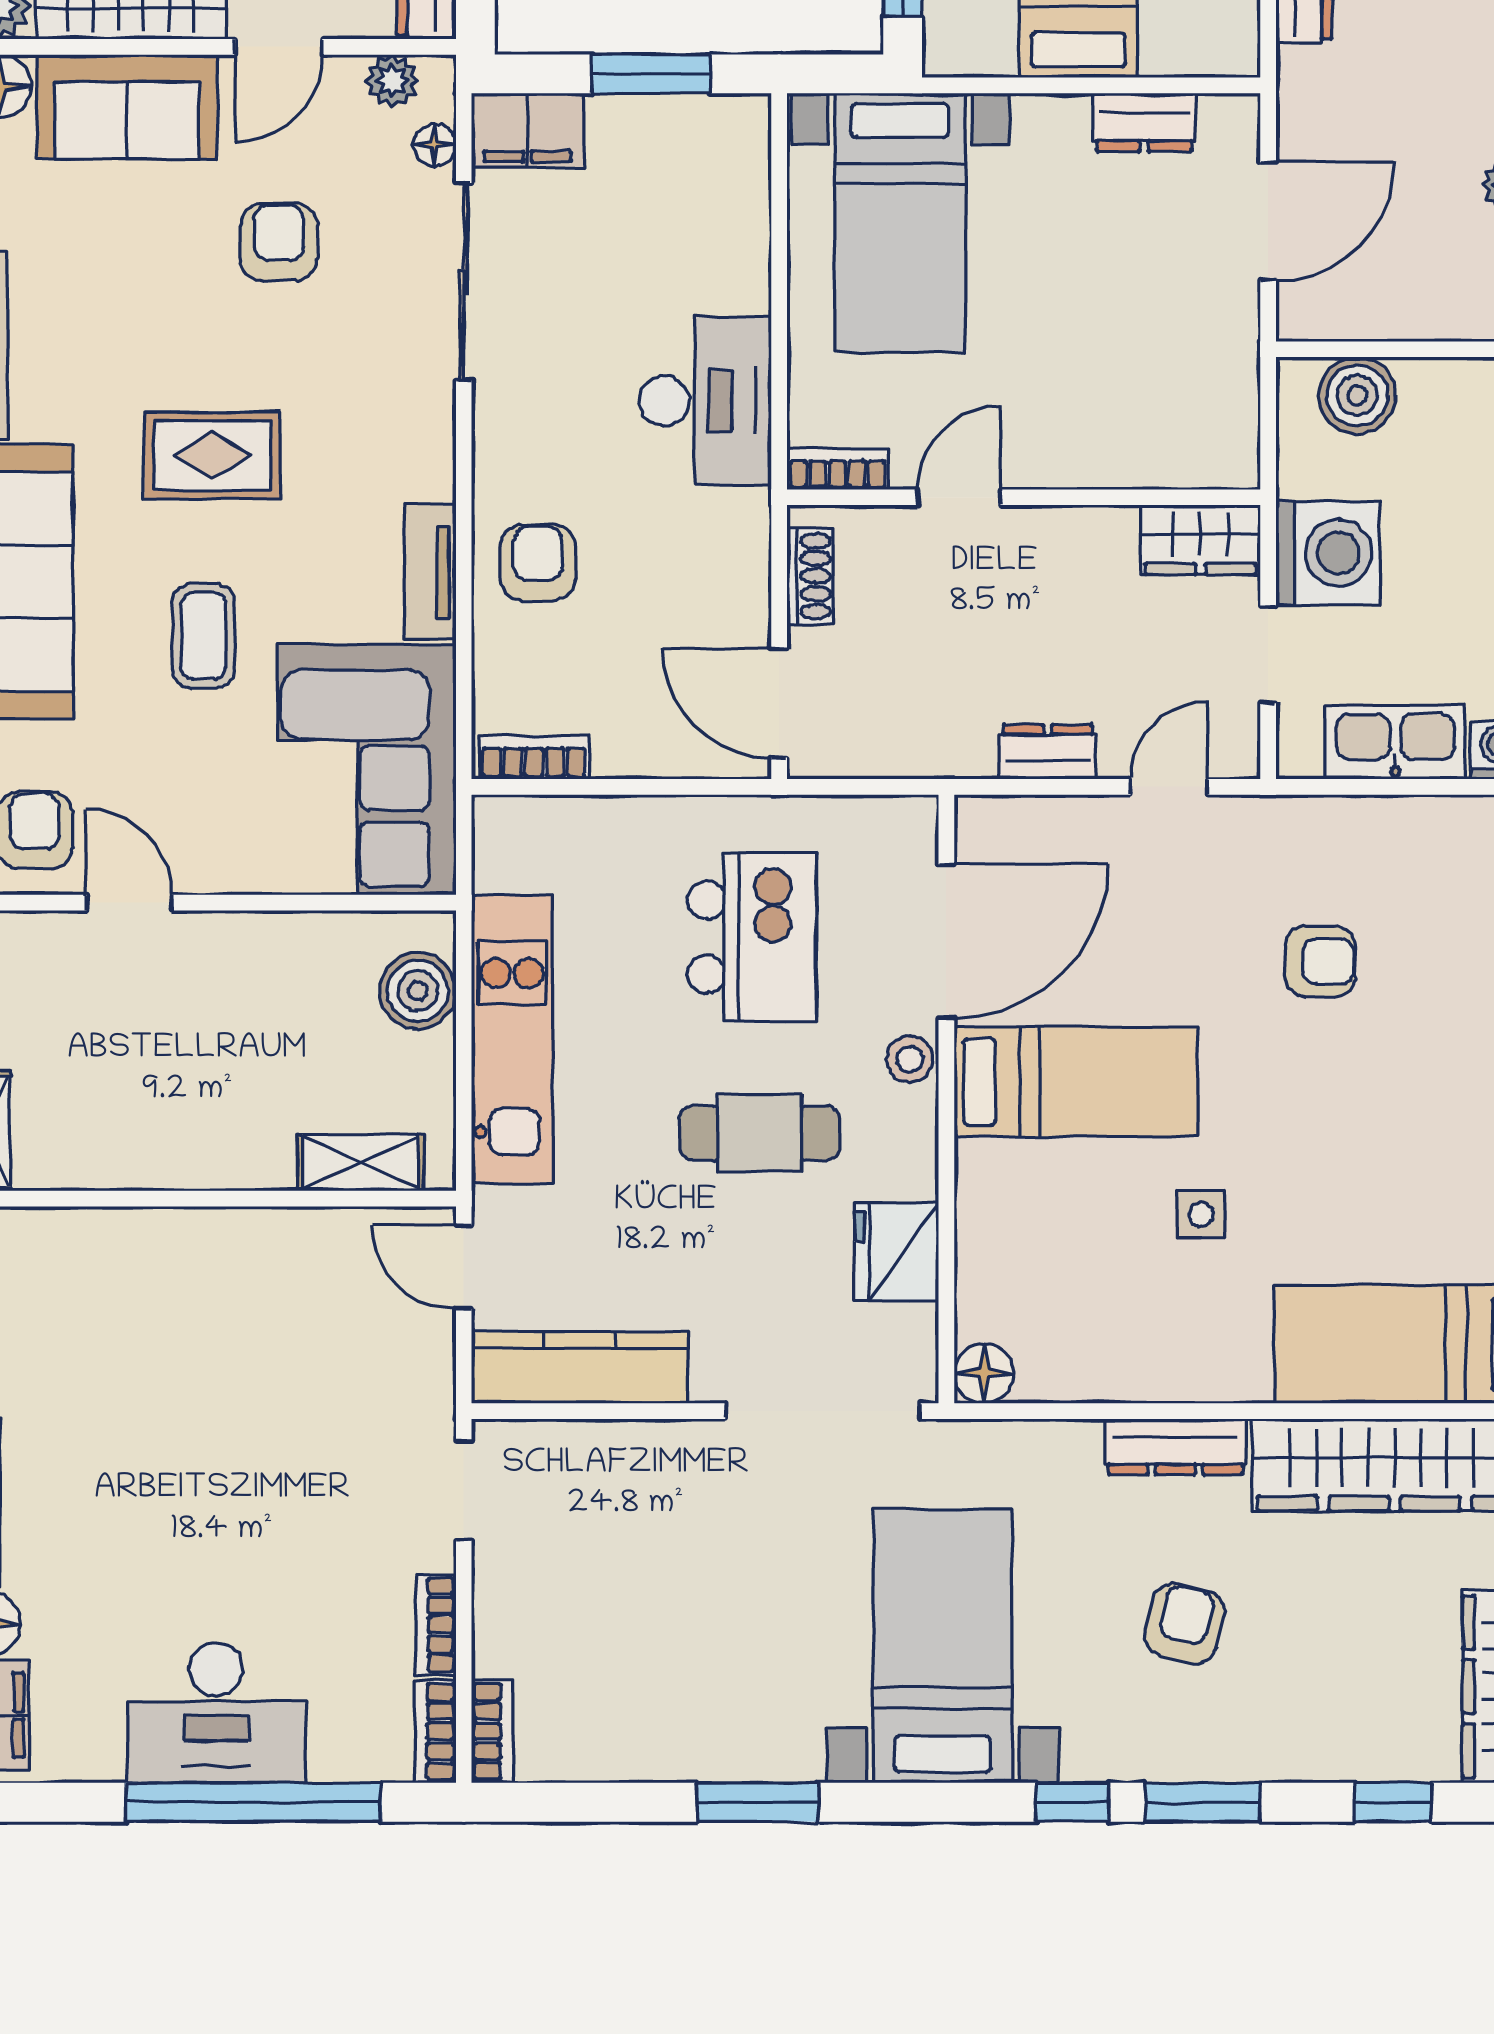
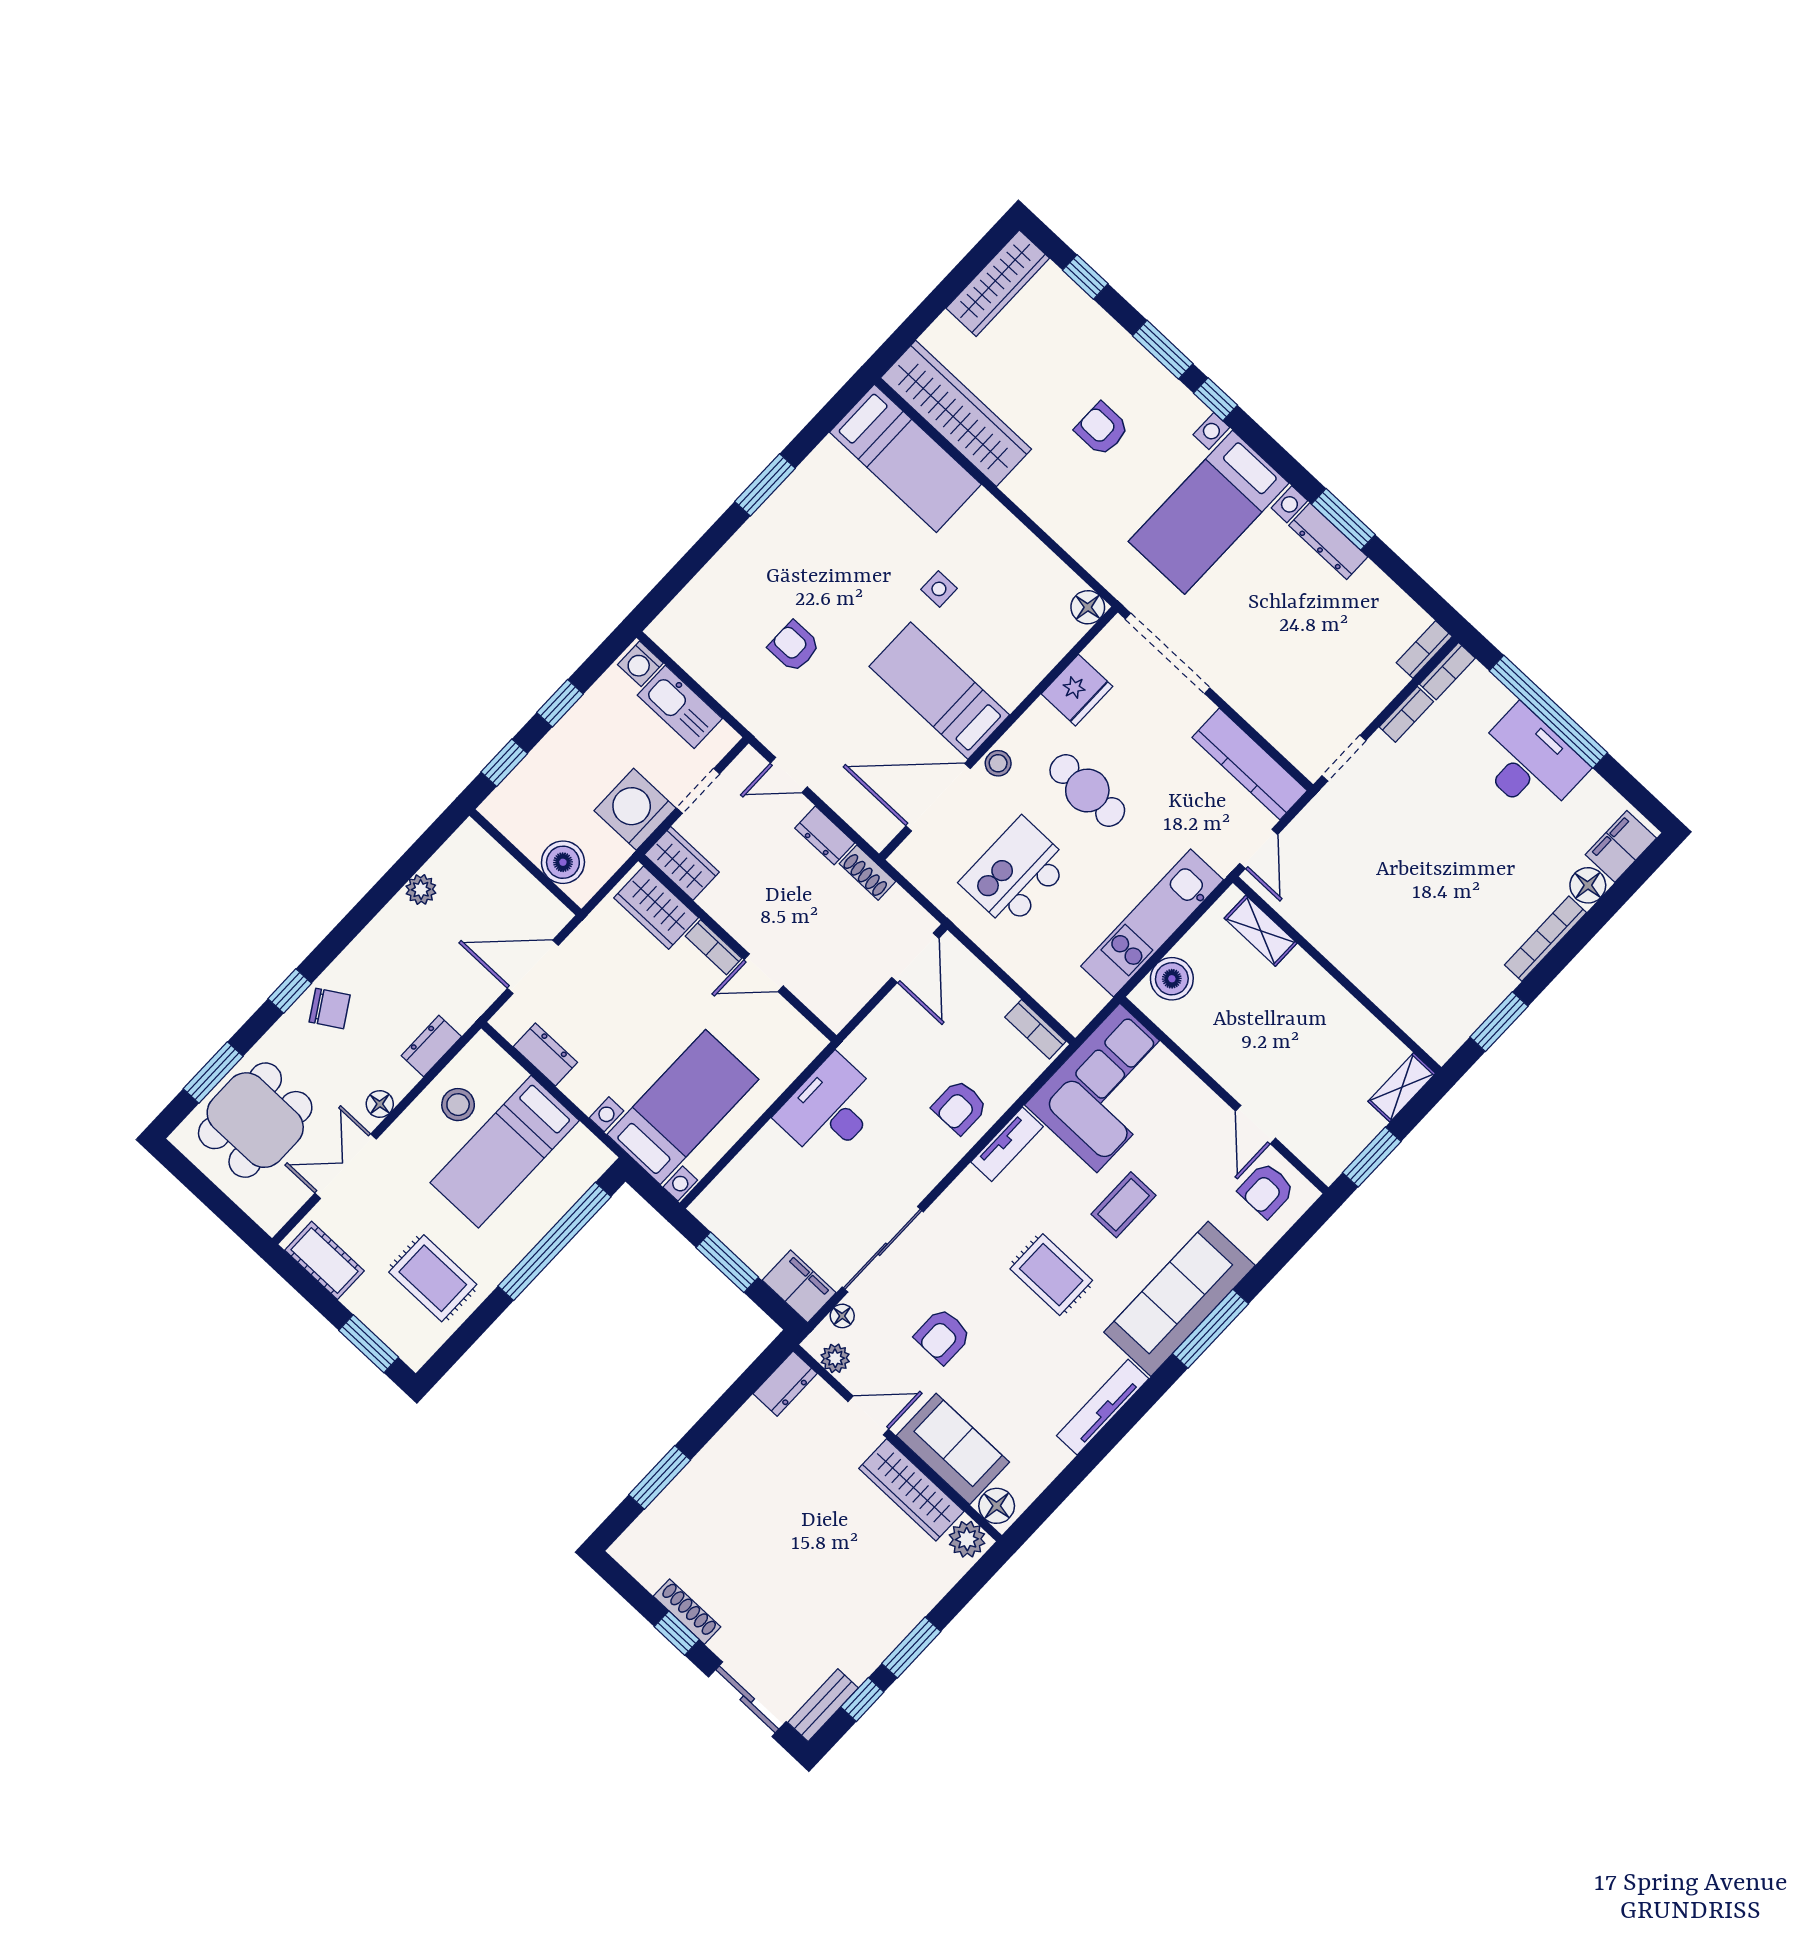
wardrobe: (1180, 450) -> (656, 908), added
bookcase: (838, 469) -> (714, 947), moved
shoe rack: (810, 576) -> (867, 873), moved, turned -90
dresser: (1176, 1447) -> (1328, 541), moved, turned 180
armchair: (1185, 1624) -> (1102, 429), turned 76

